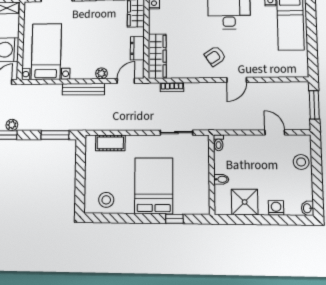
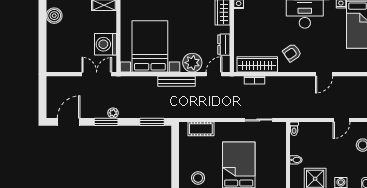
bed with nightstands: (46, 51) -> (150, 46), width x1.36
wardrobe: (157, 56) -> (257, 64), moved, turned -90
plant: (101, 73) -> (192, 63), width x1.87, depth x1.87
door: (237, 80) -> (324, 74), moved
door: (275, 132) -> (342, 120), swing flipped

